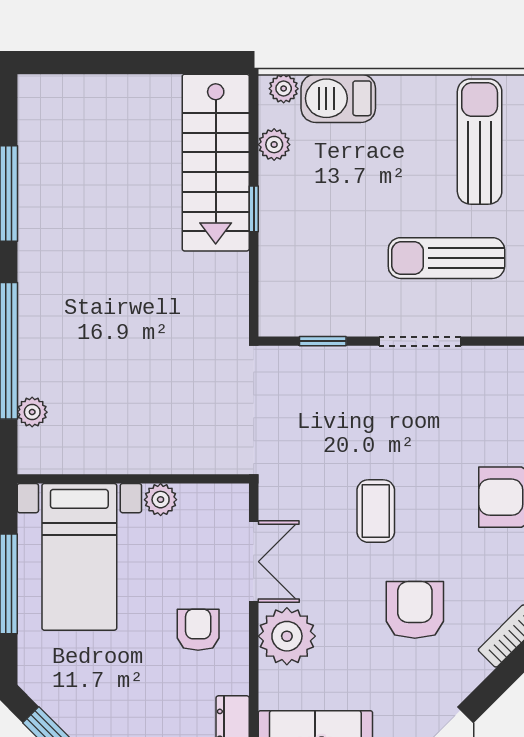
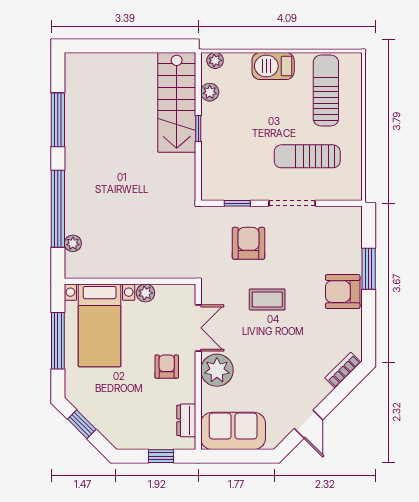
barbecue: (338, 98) -> (273, 66), moved
coffee table: (376, 511) -> (267, 299), turned 90
armchair: (415, 610) -> (248, 243), moved

